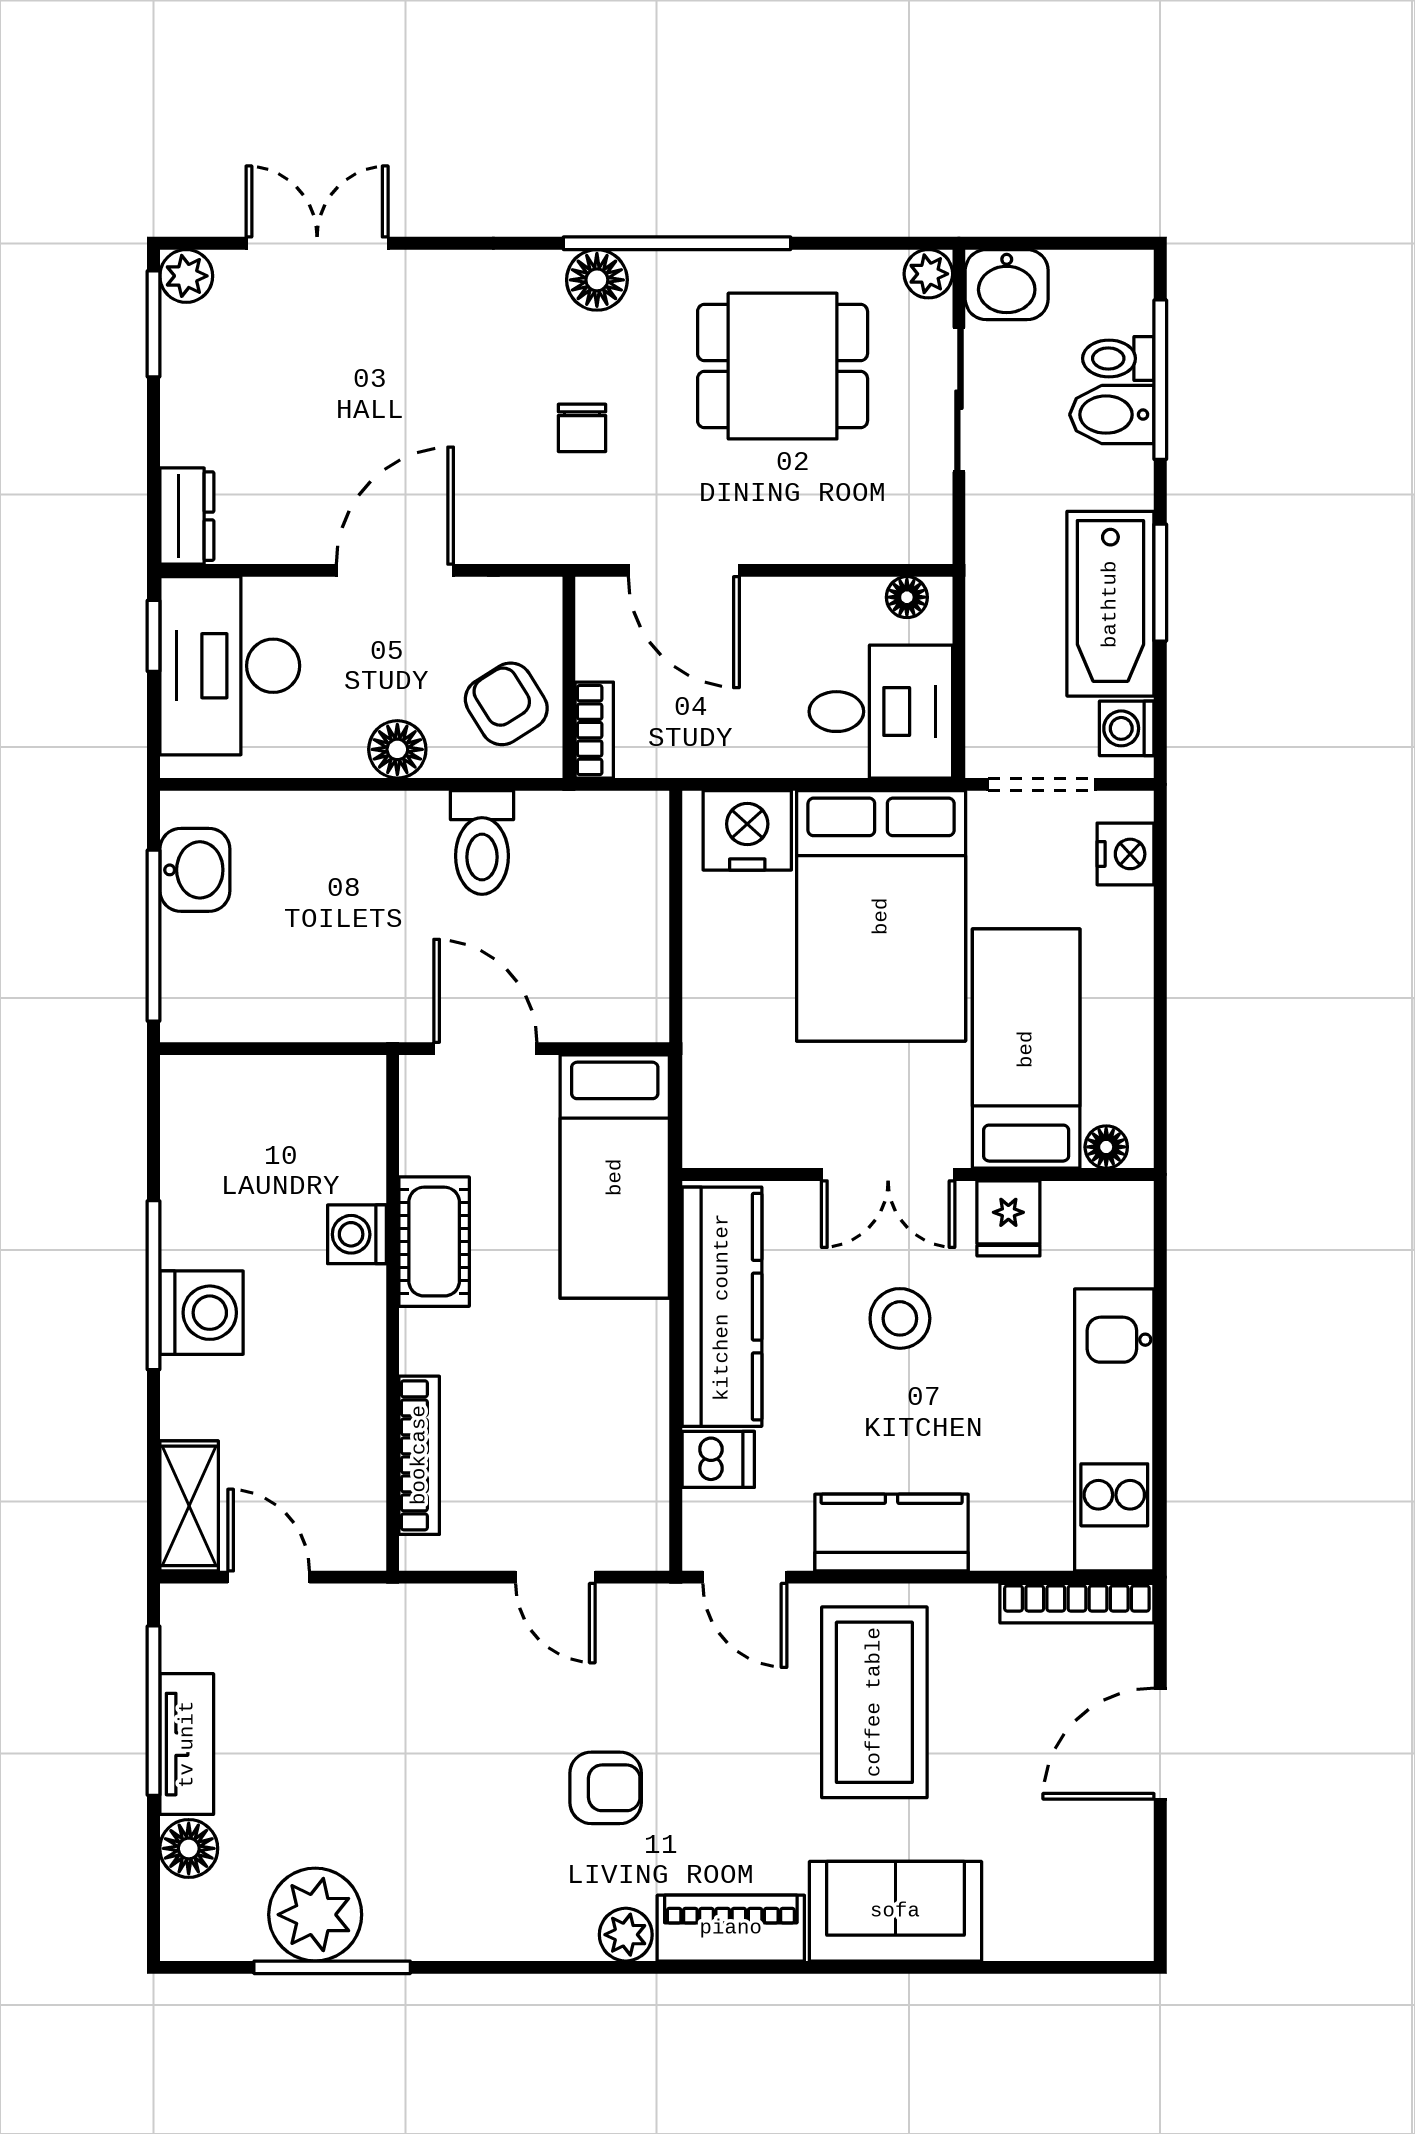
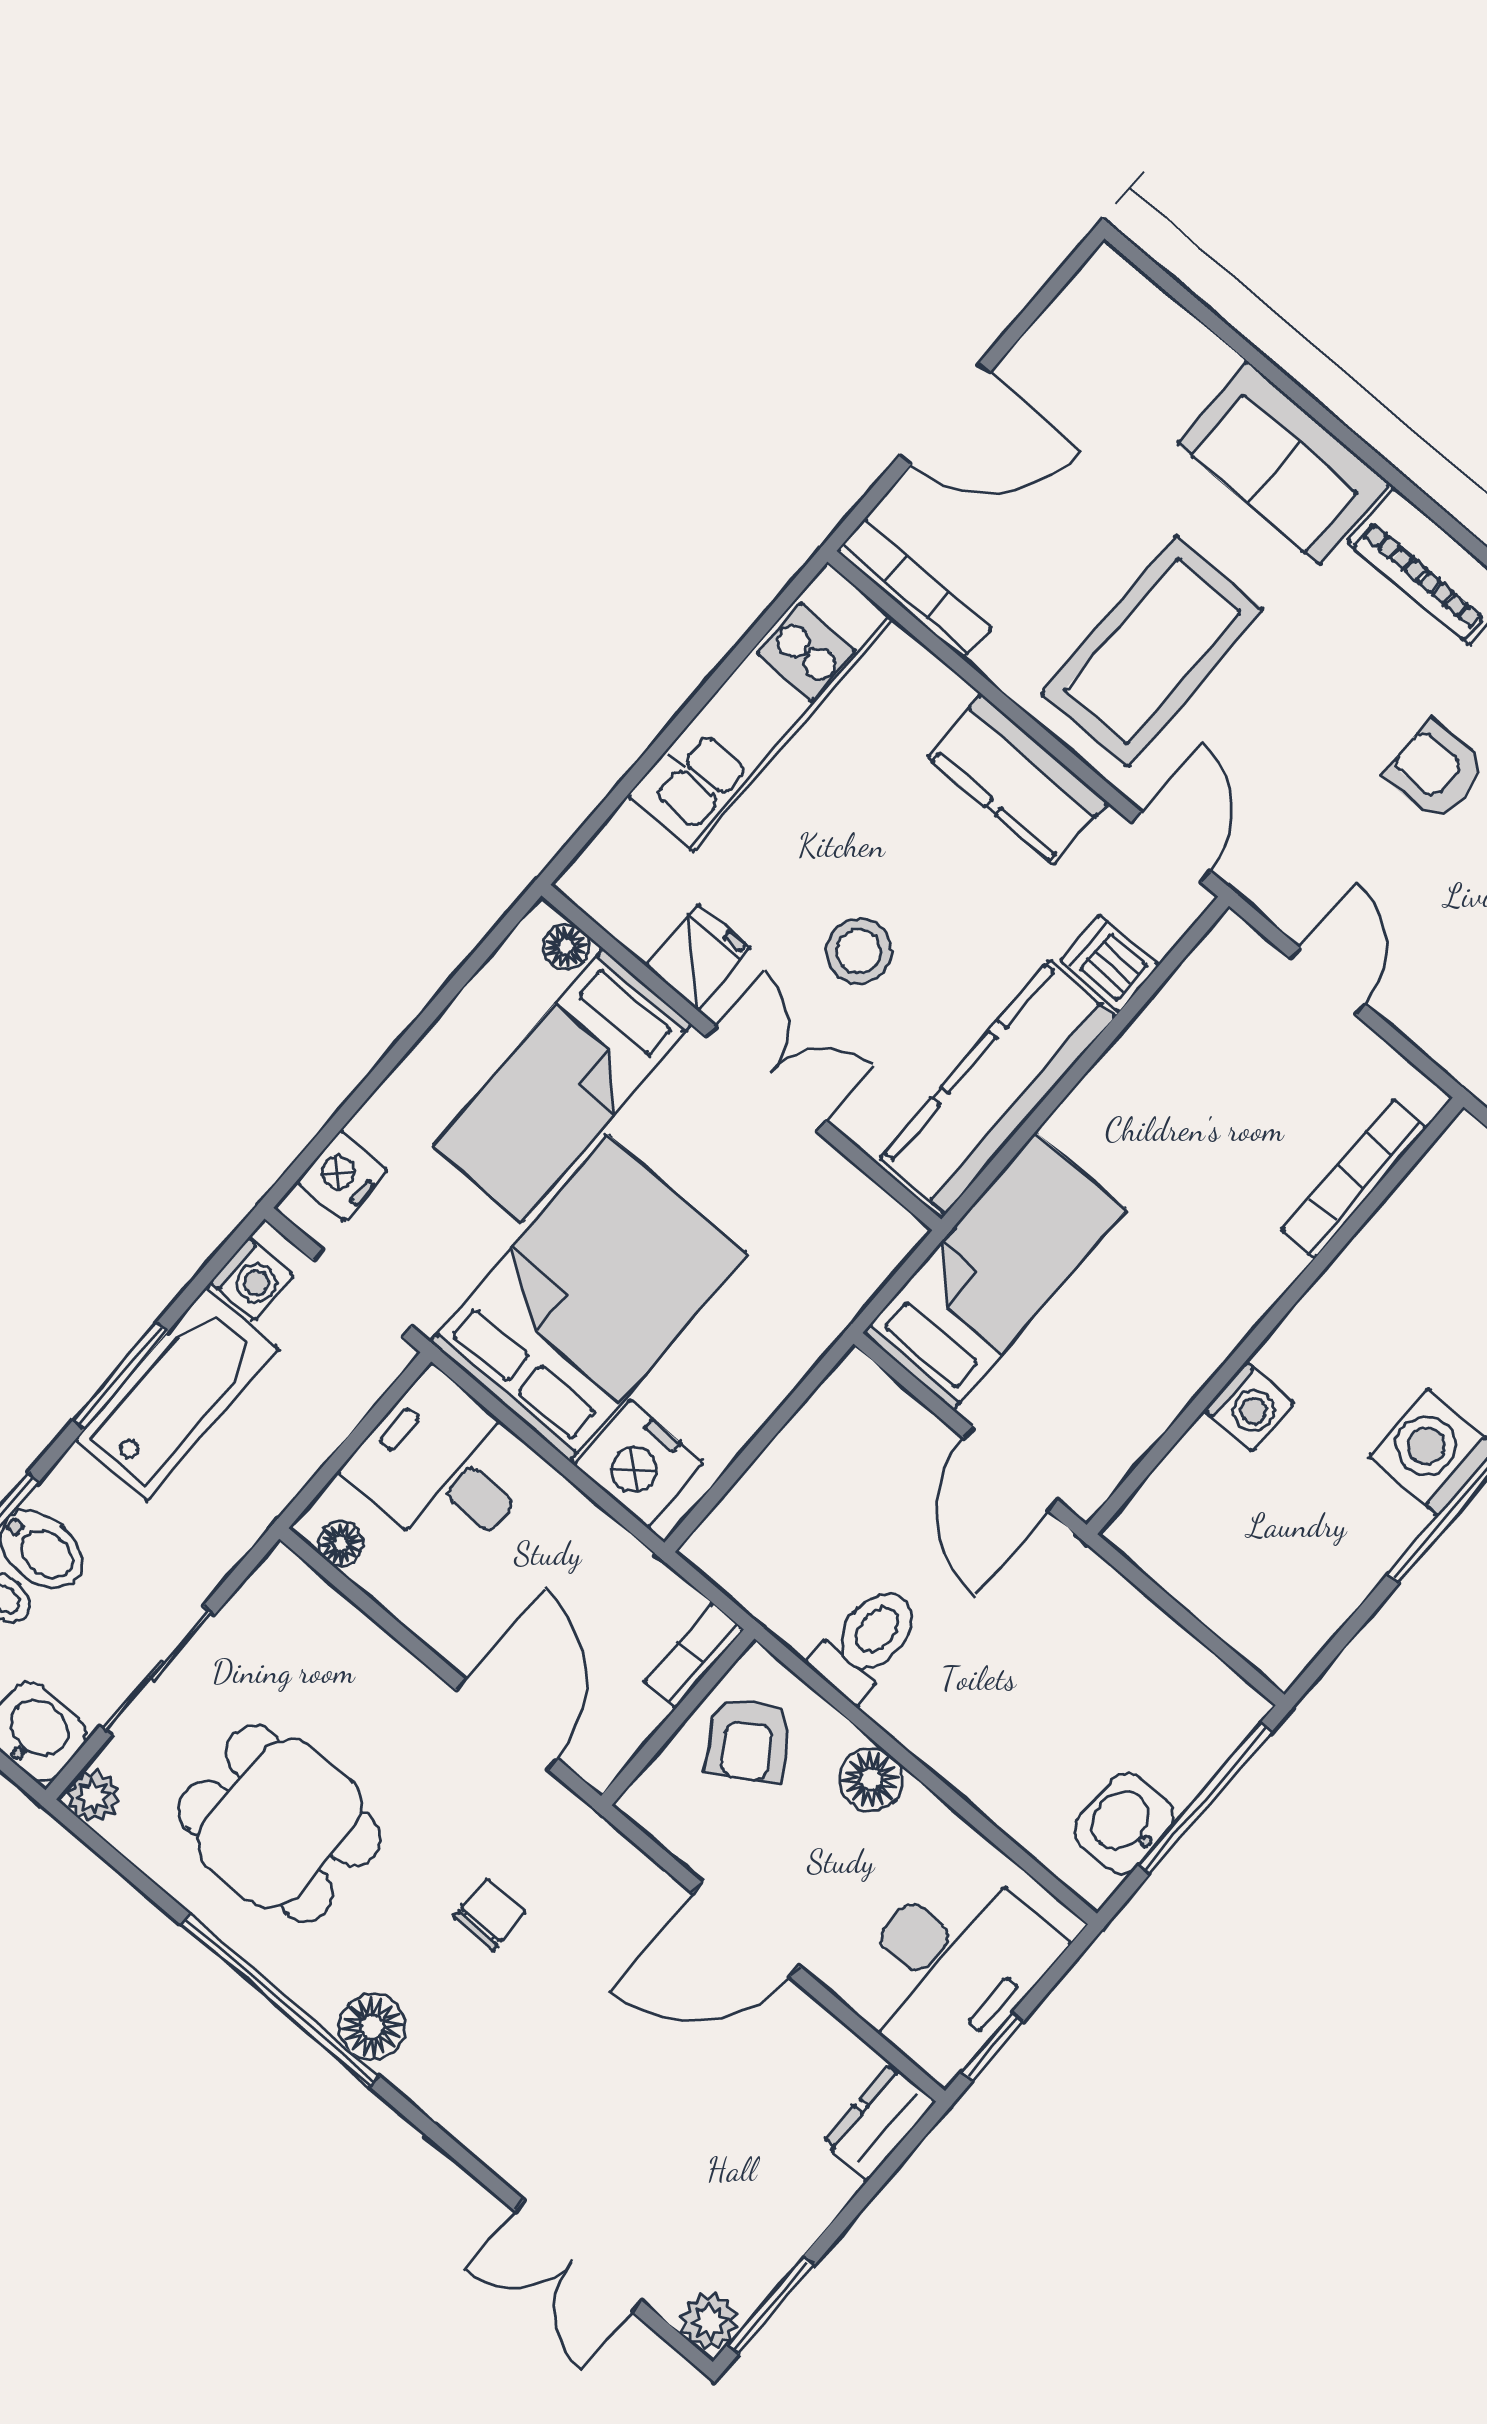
cot: (434, 1242) -> (1190, 1345), removed

